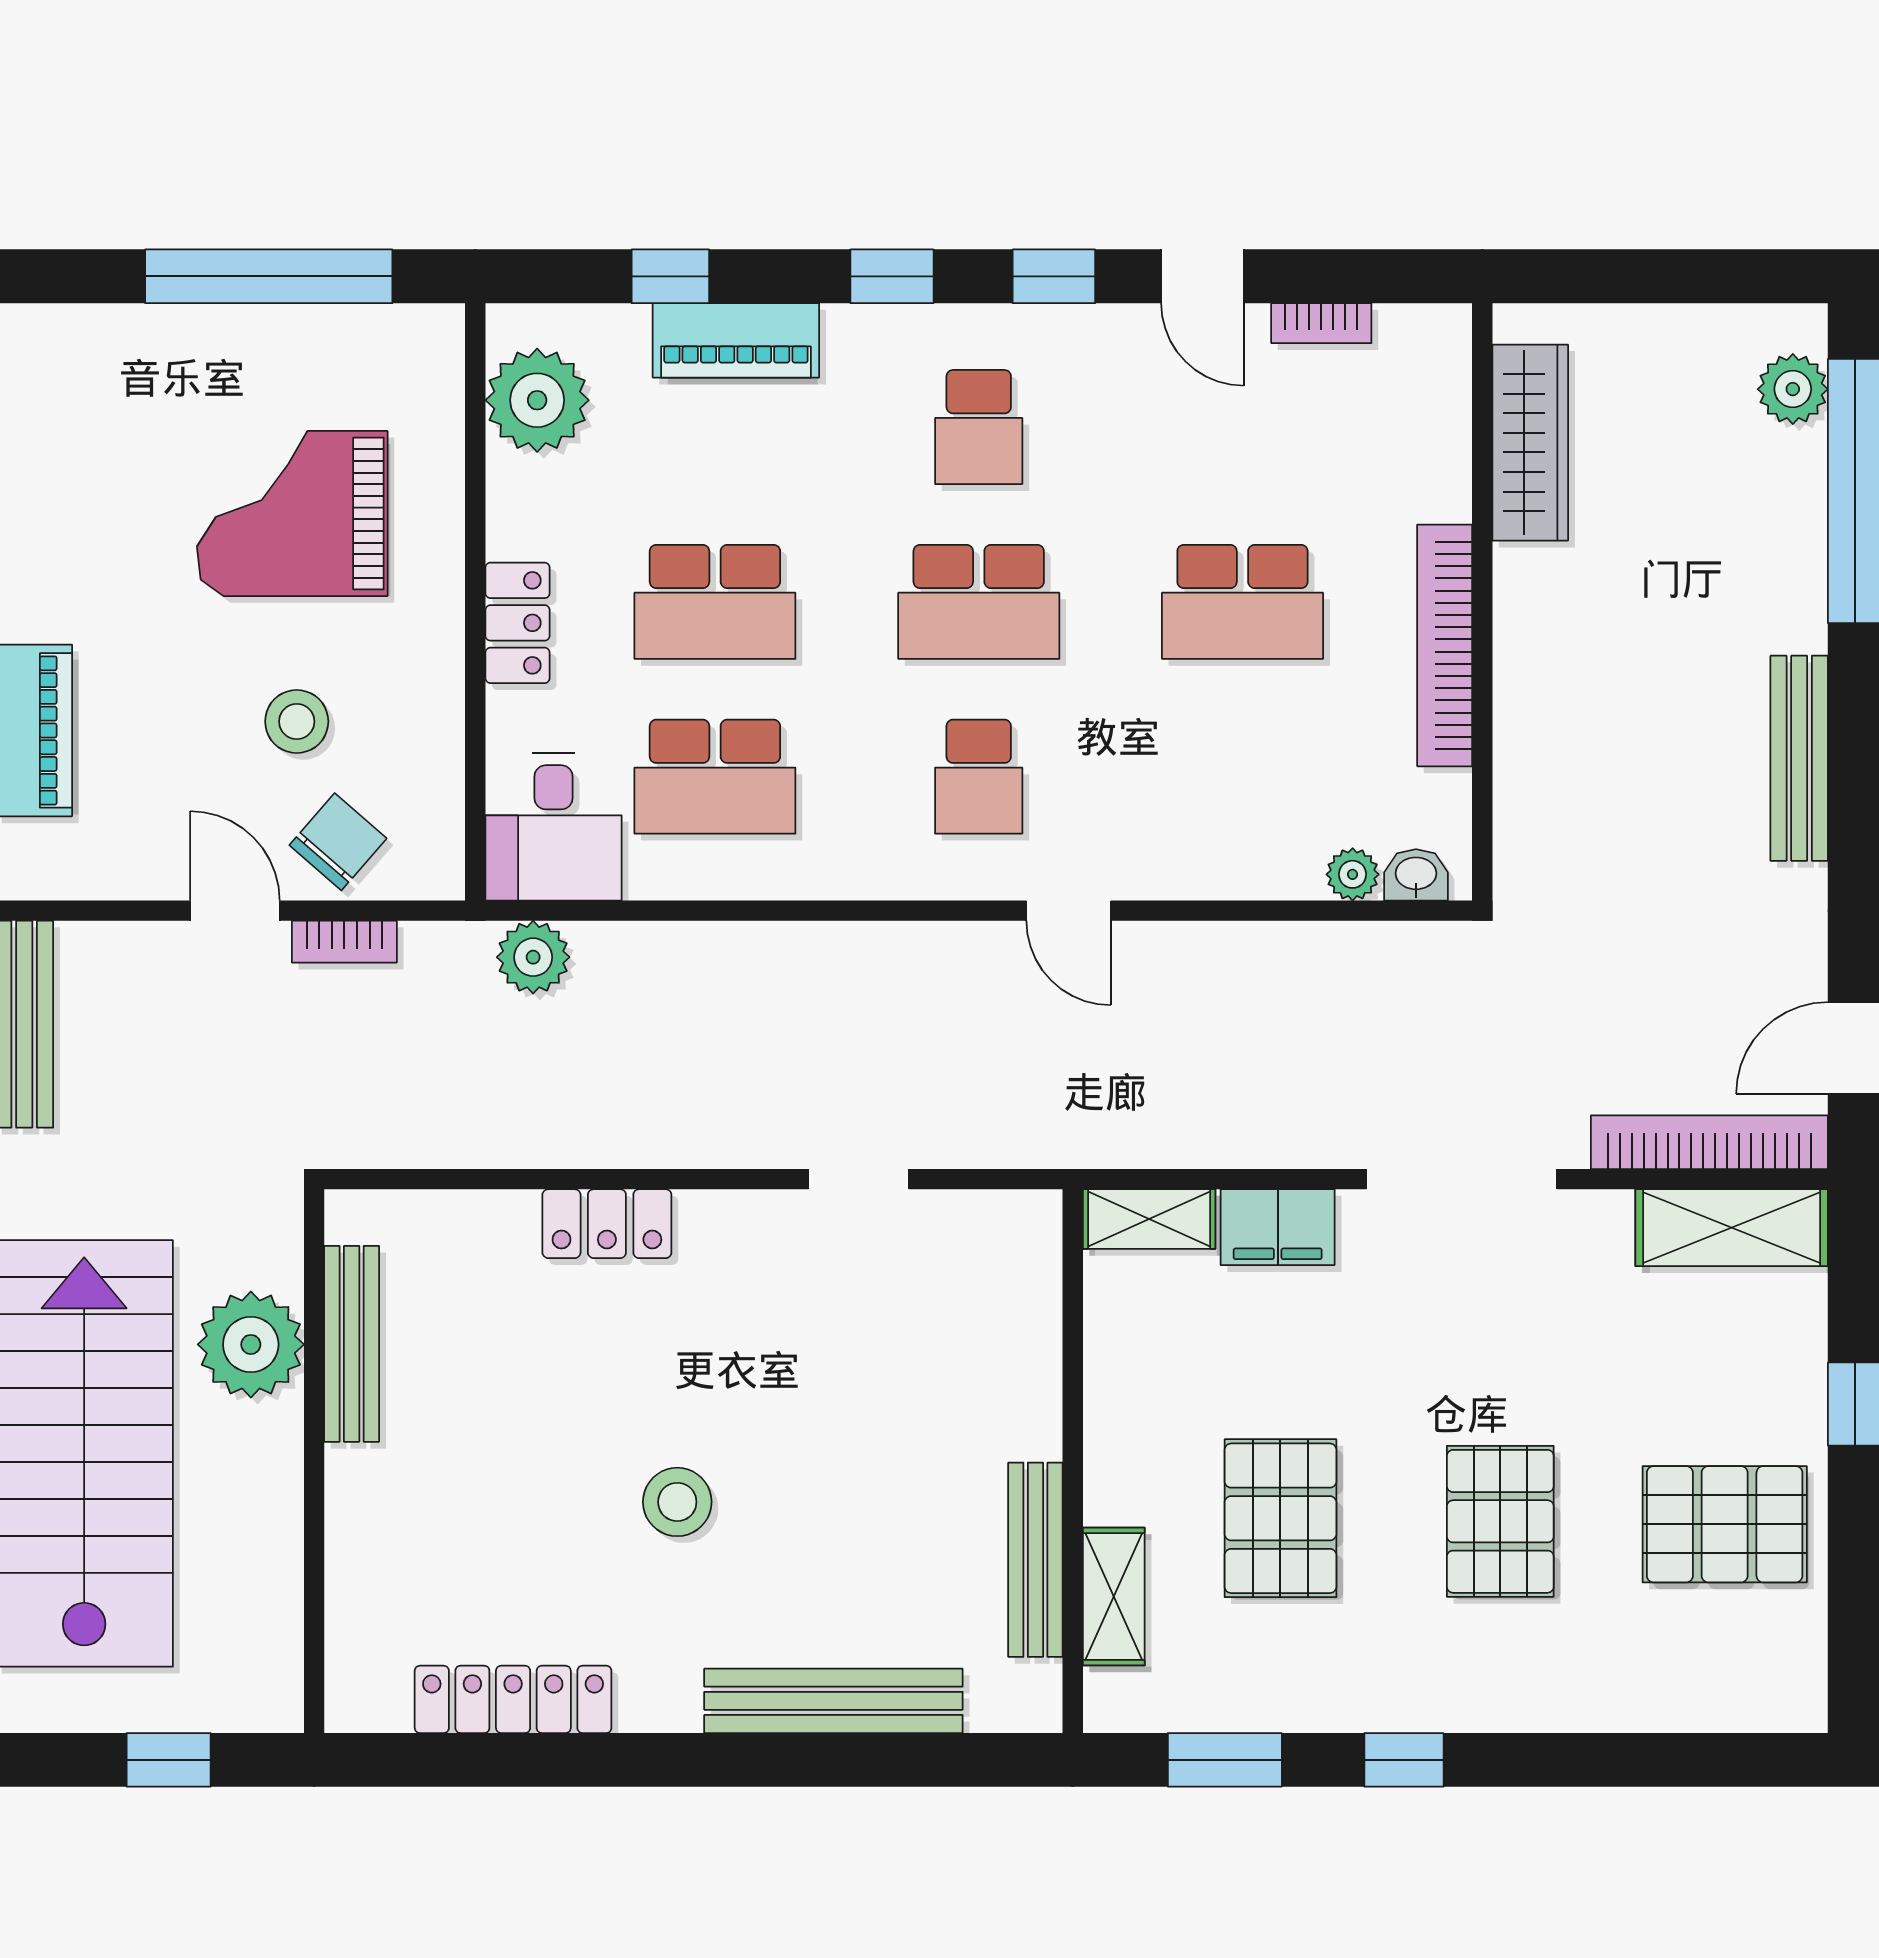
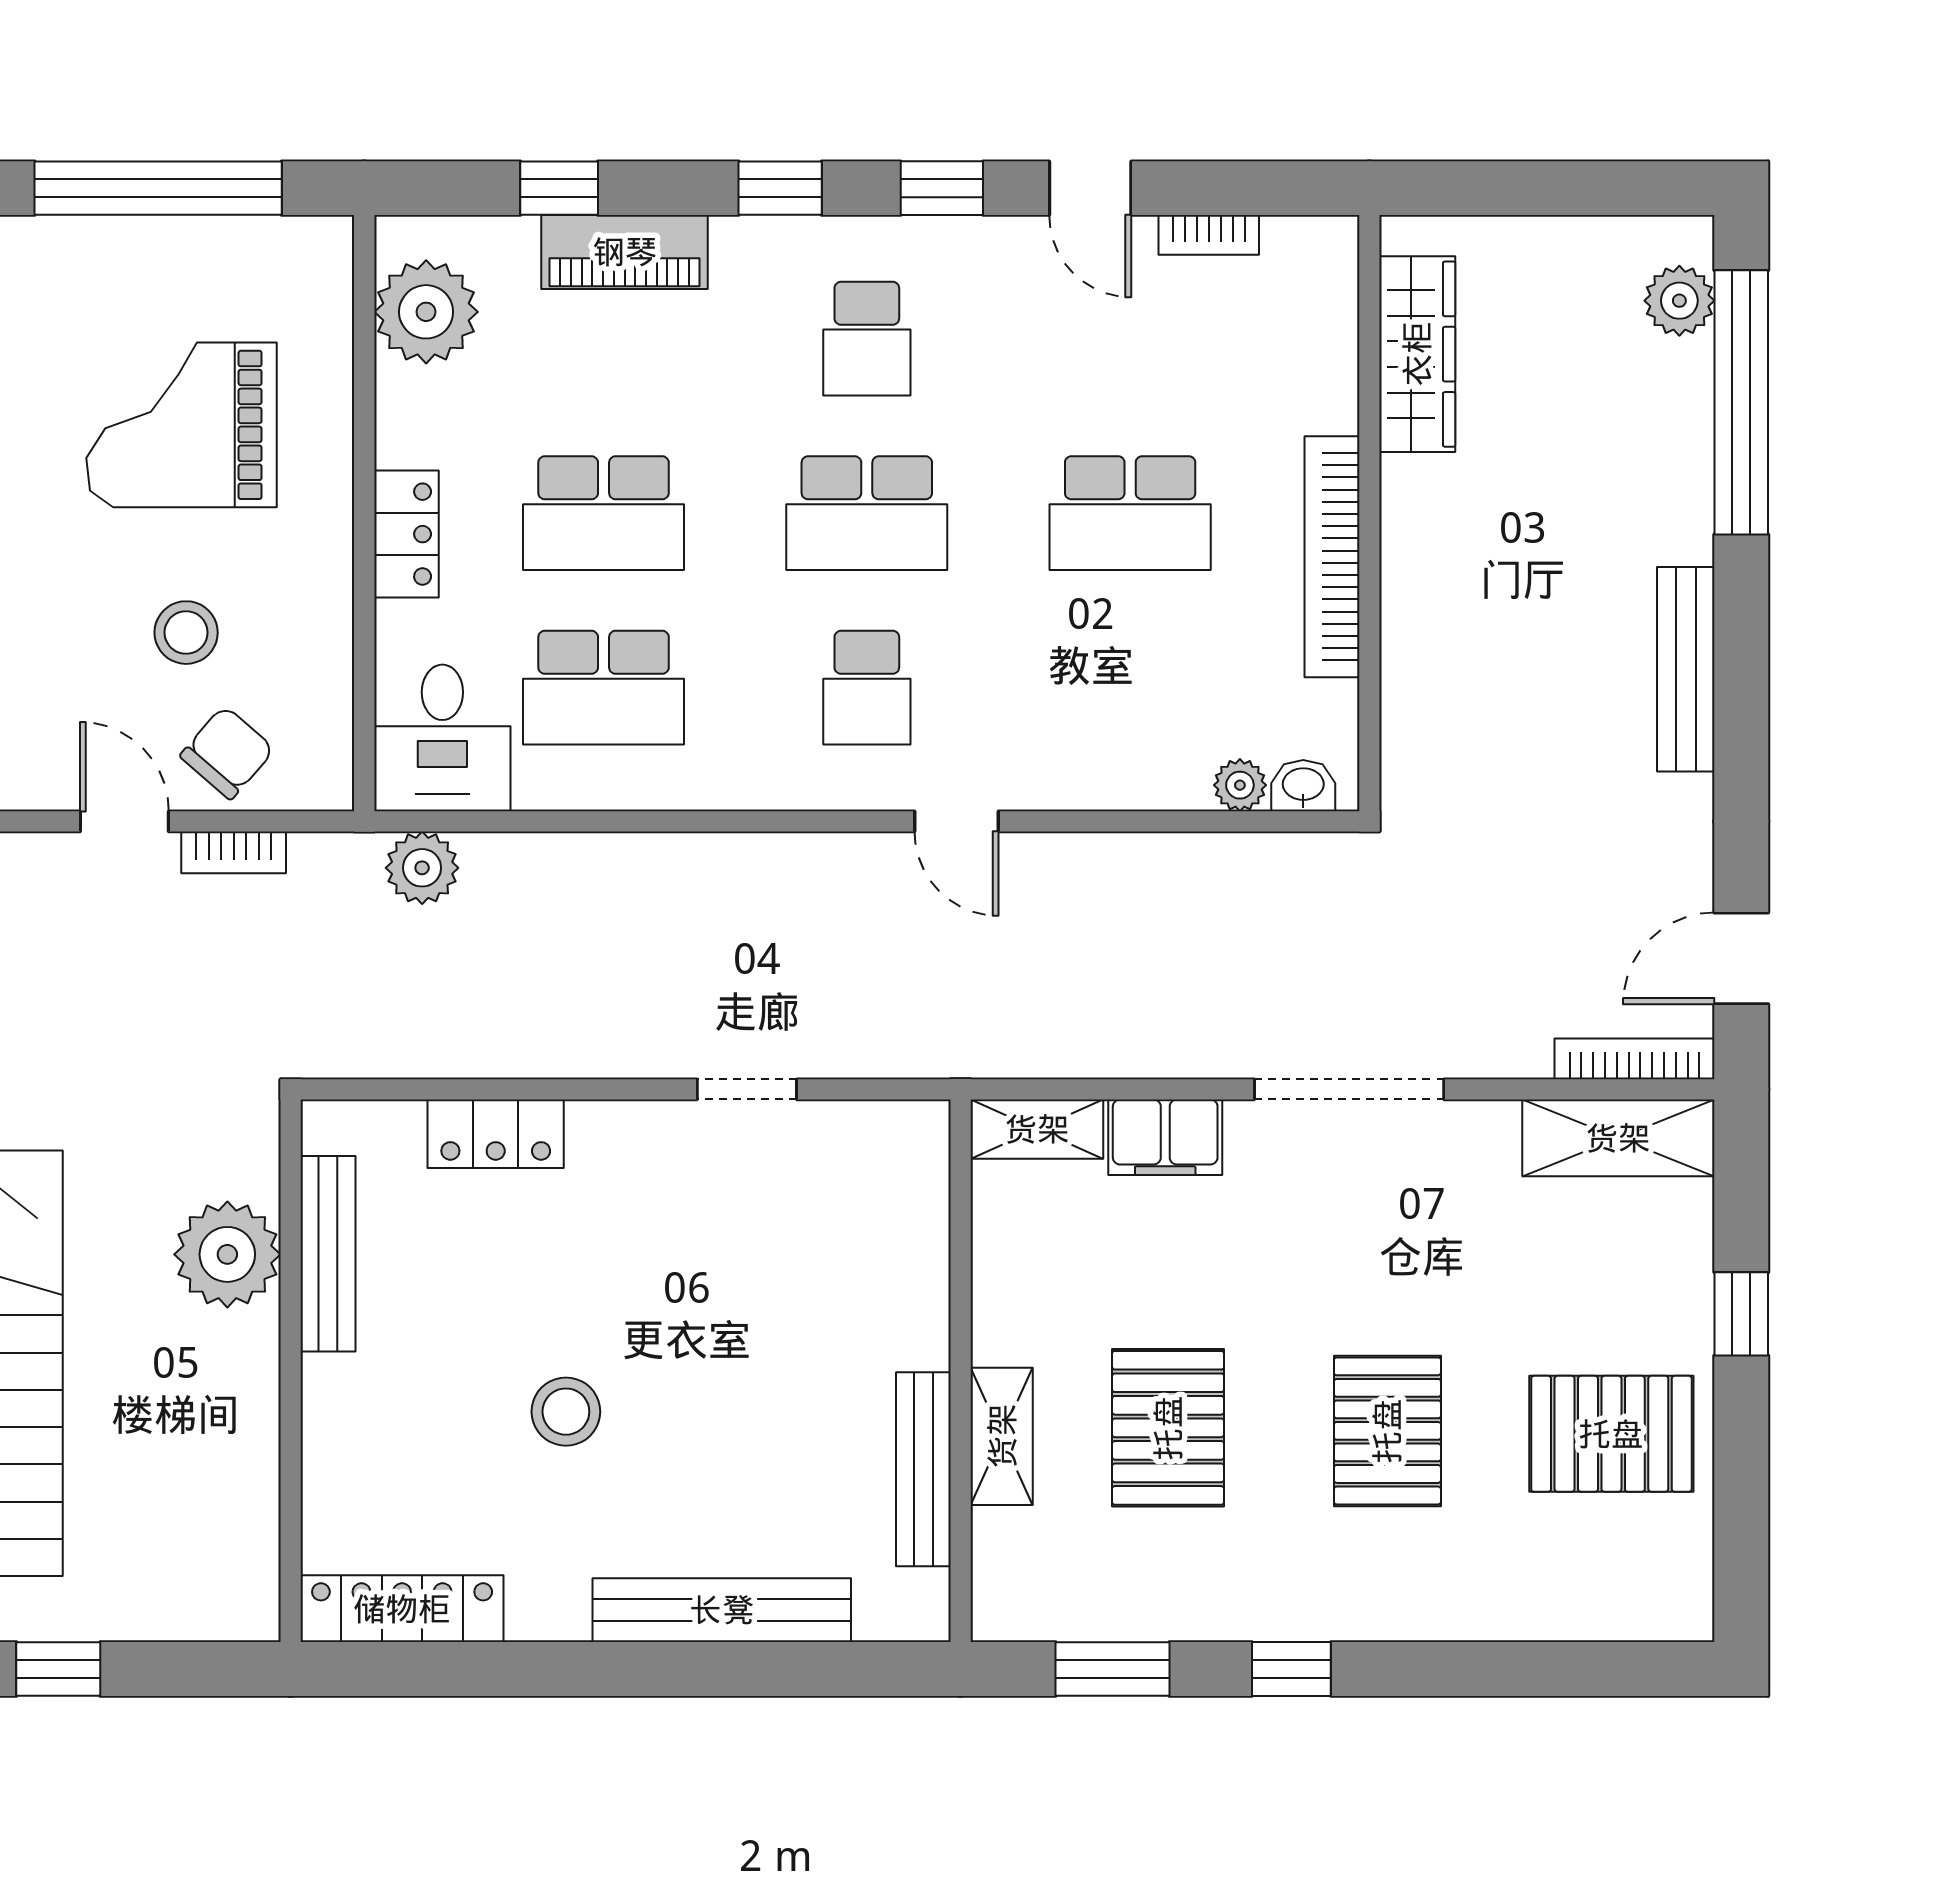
bookcase: (1709, 1142) -> (1635, 1059), width x0.68, depth x0.76
plant: (251, 1344) -> (227, 1254), moved
bench: (352, 1344) -> (328, 1254), moved
wall: (314, 1461) -> (291, 1371), moved
shelving: (1114, 1597) -> (1002, 1436), moved

